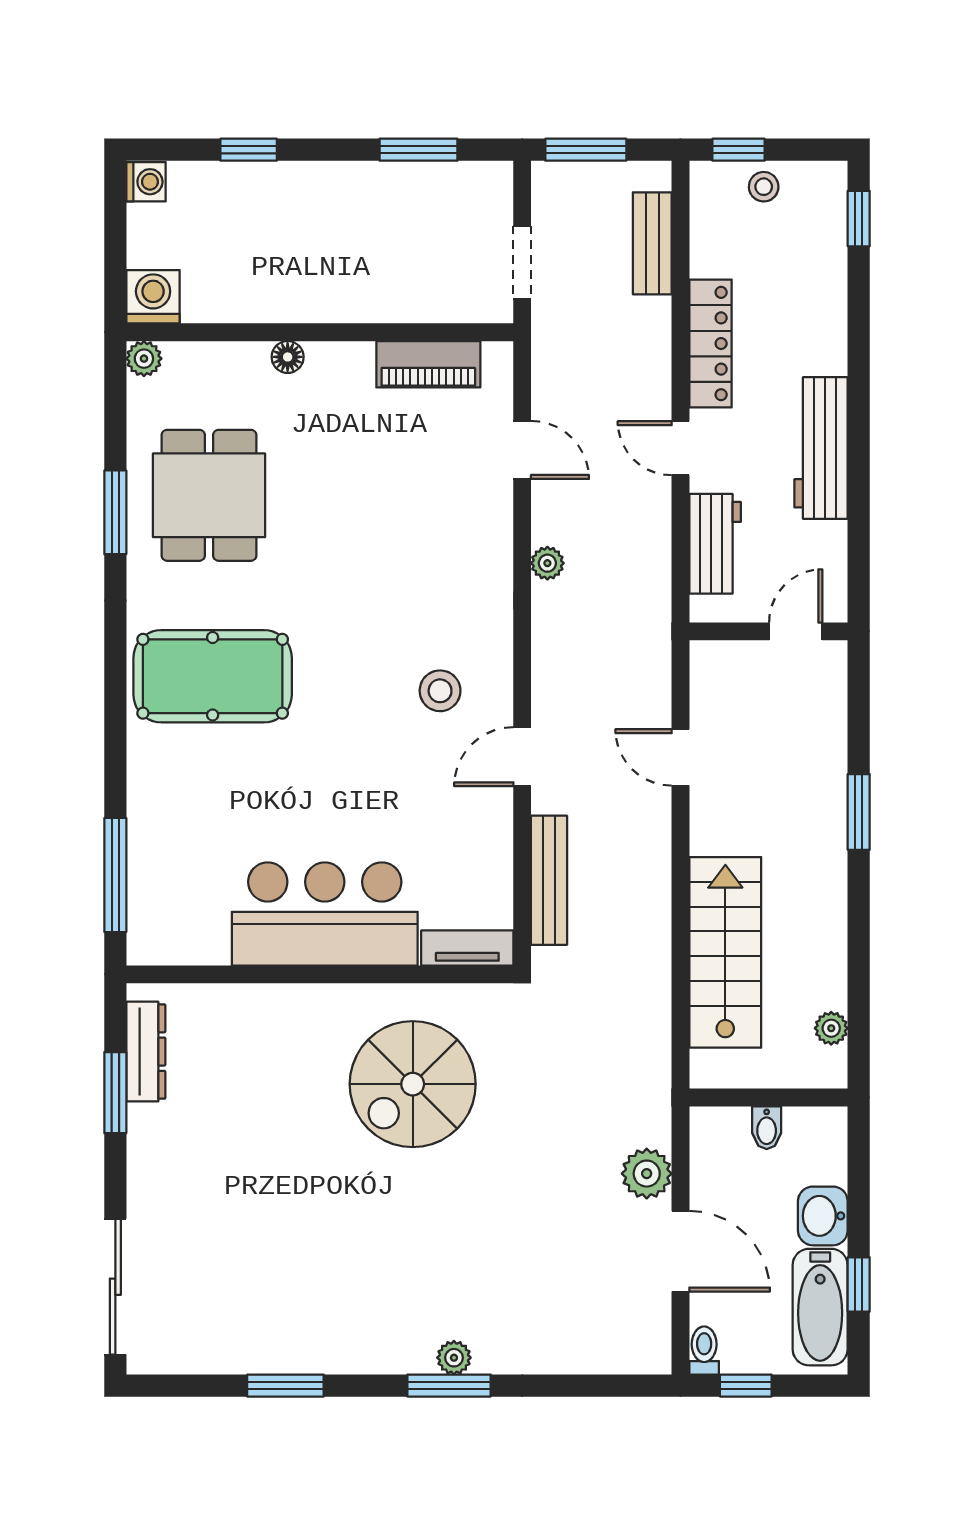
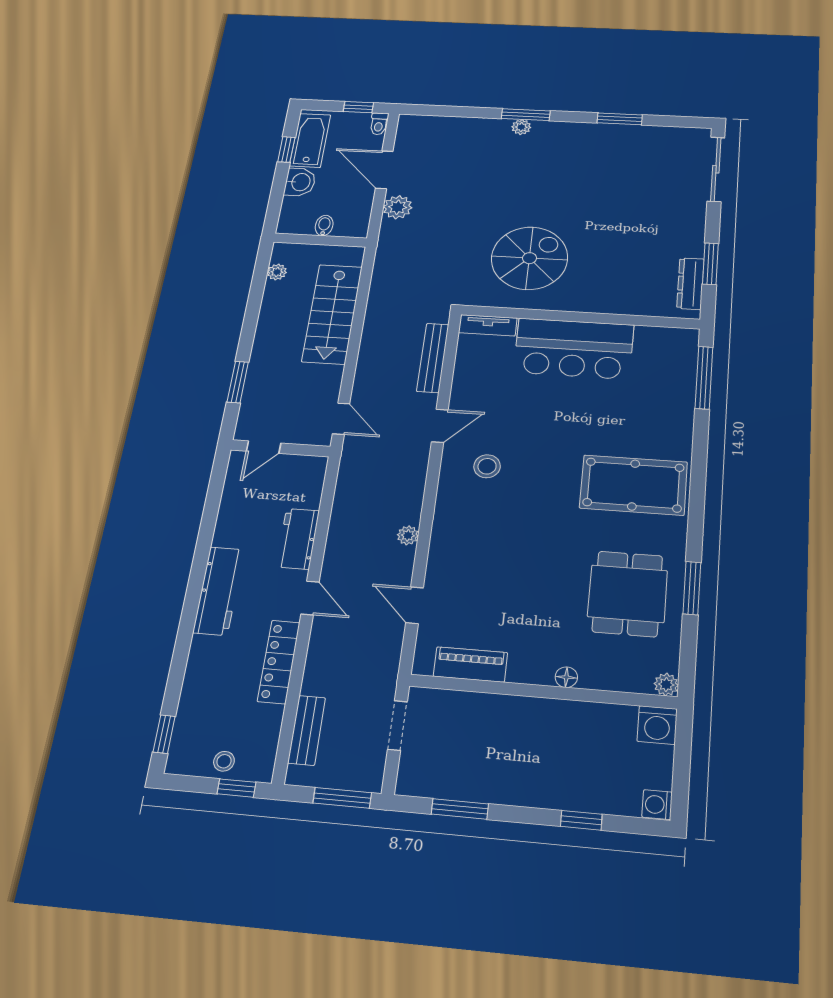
wall: (768, 631) -> (280, 448), moved
door: (796, 631) -> (264, 447), moved

